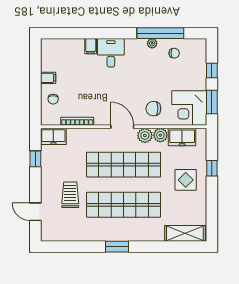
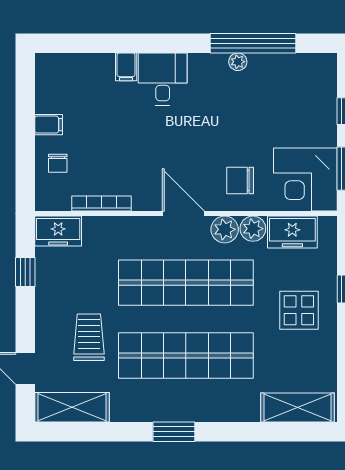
chair: (174, 53) -> (278, 80), removed
shelving: (61, 233) -> (72, 407), added

